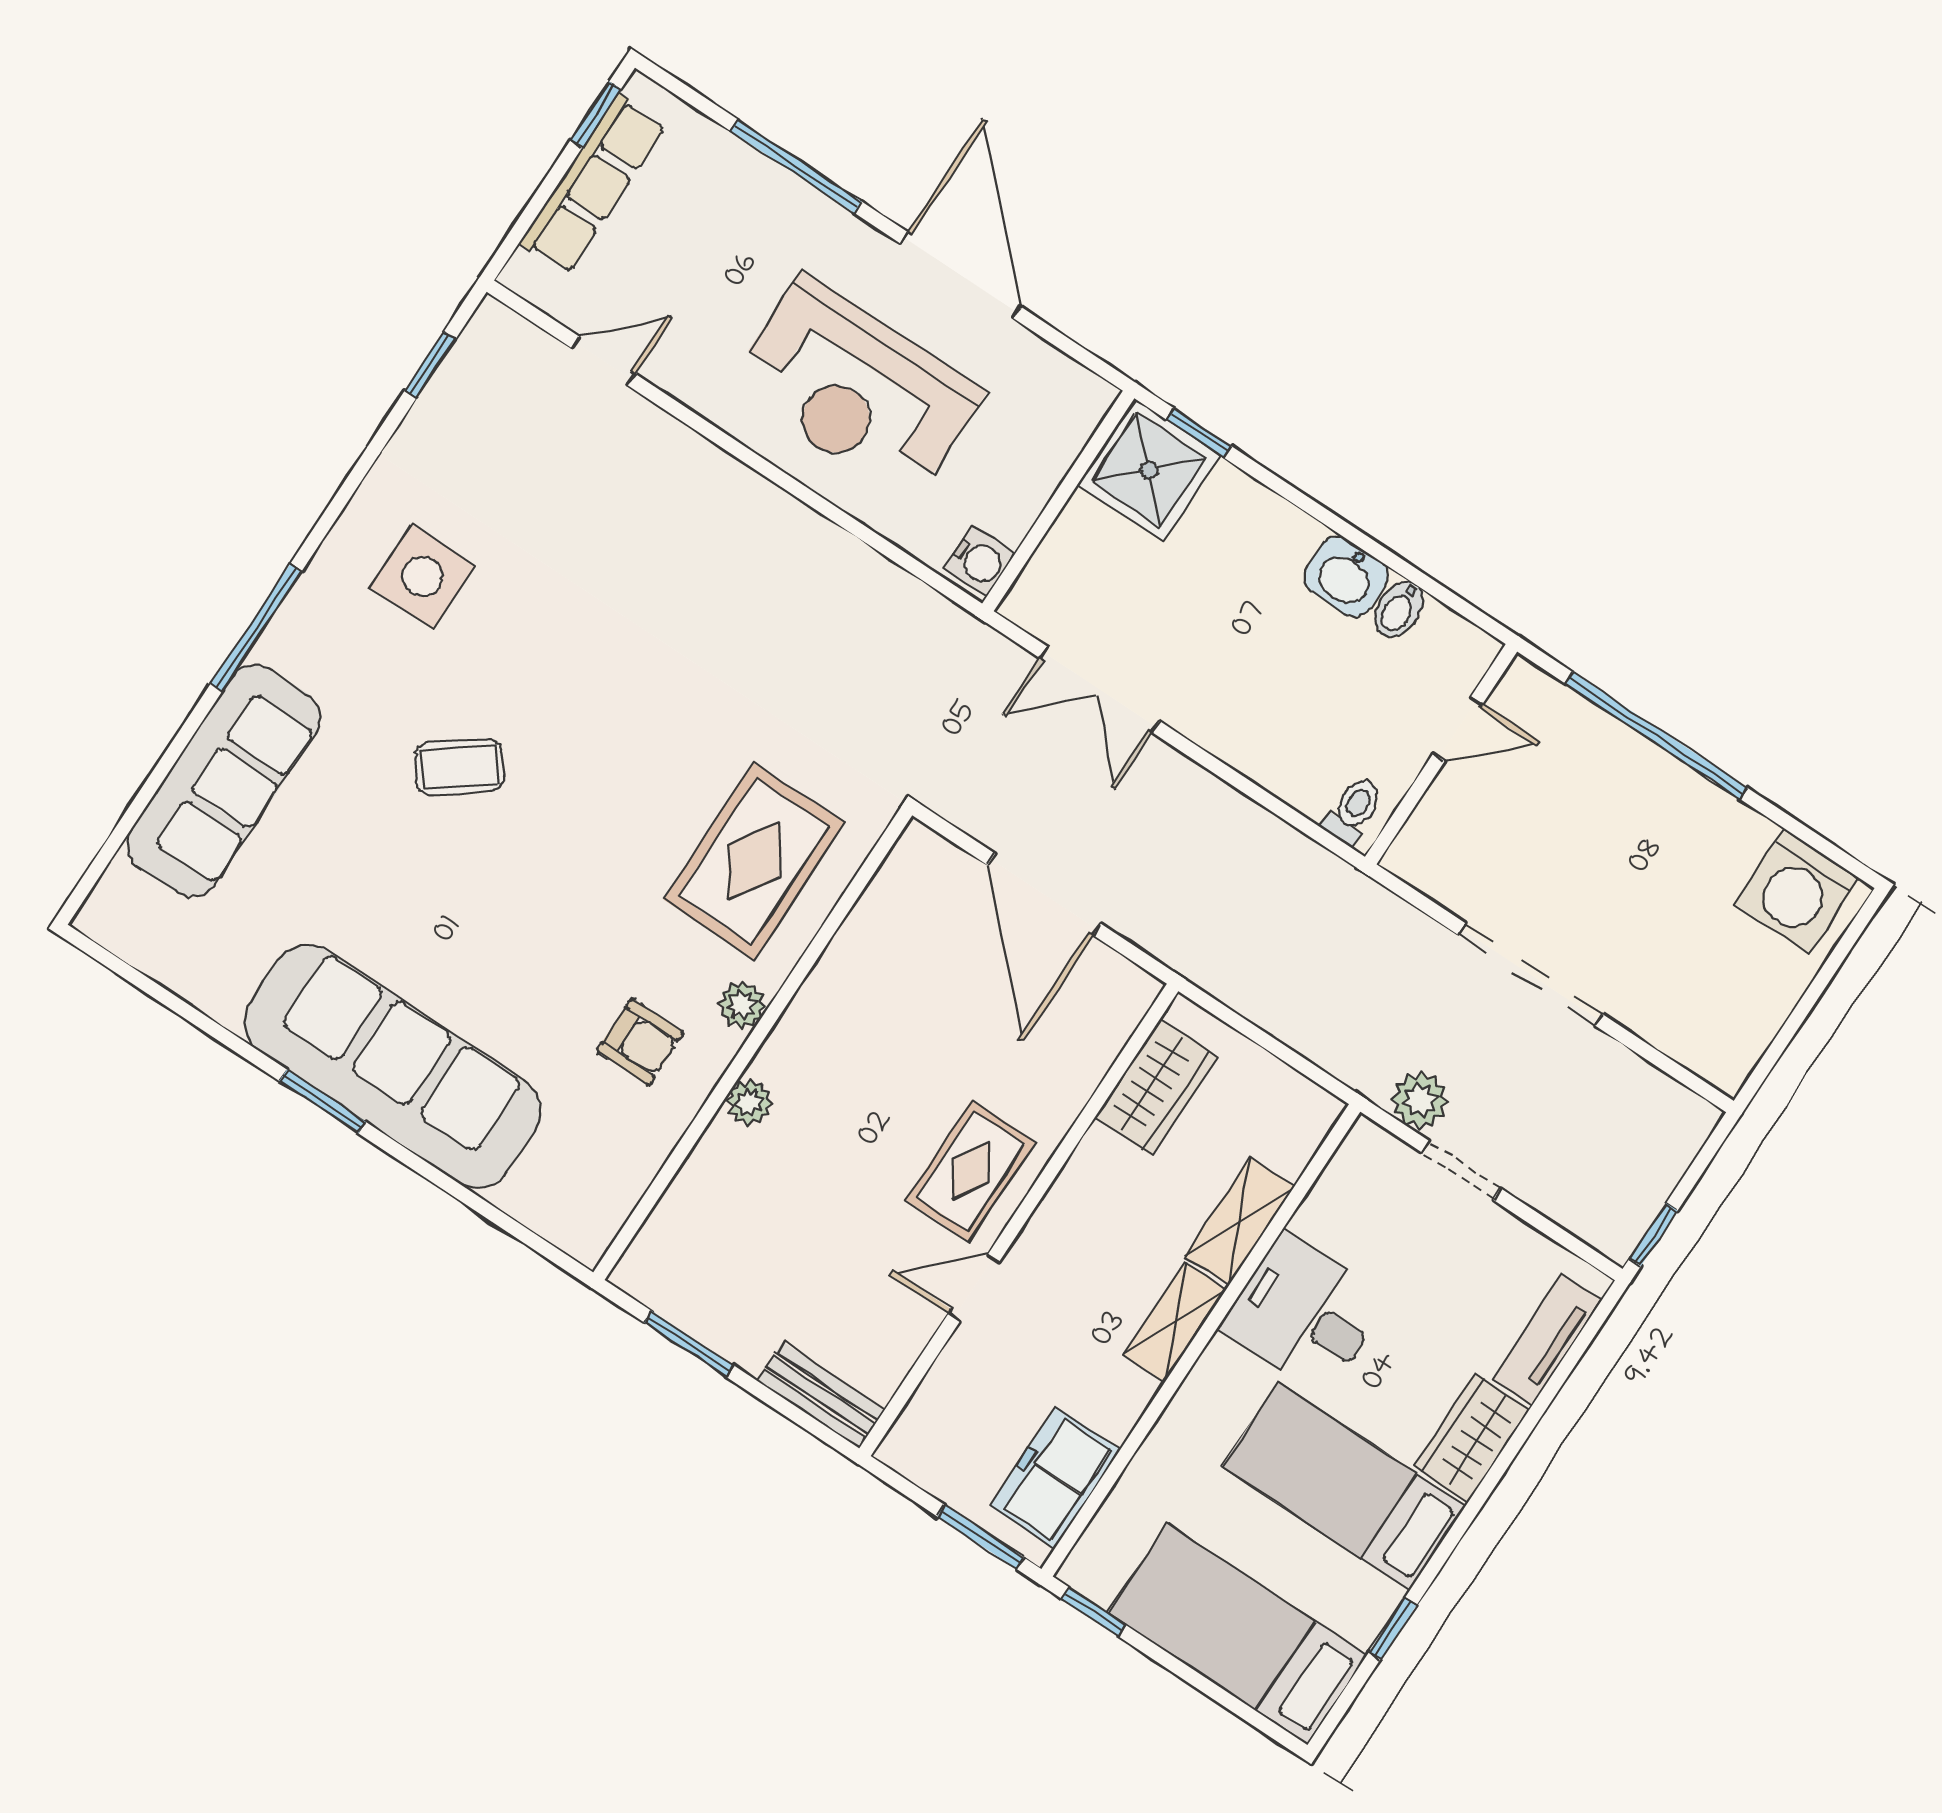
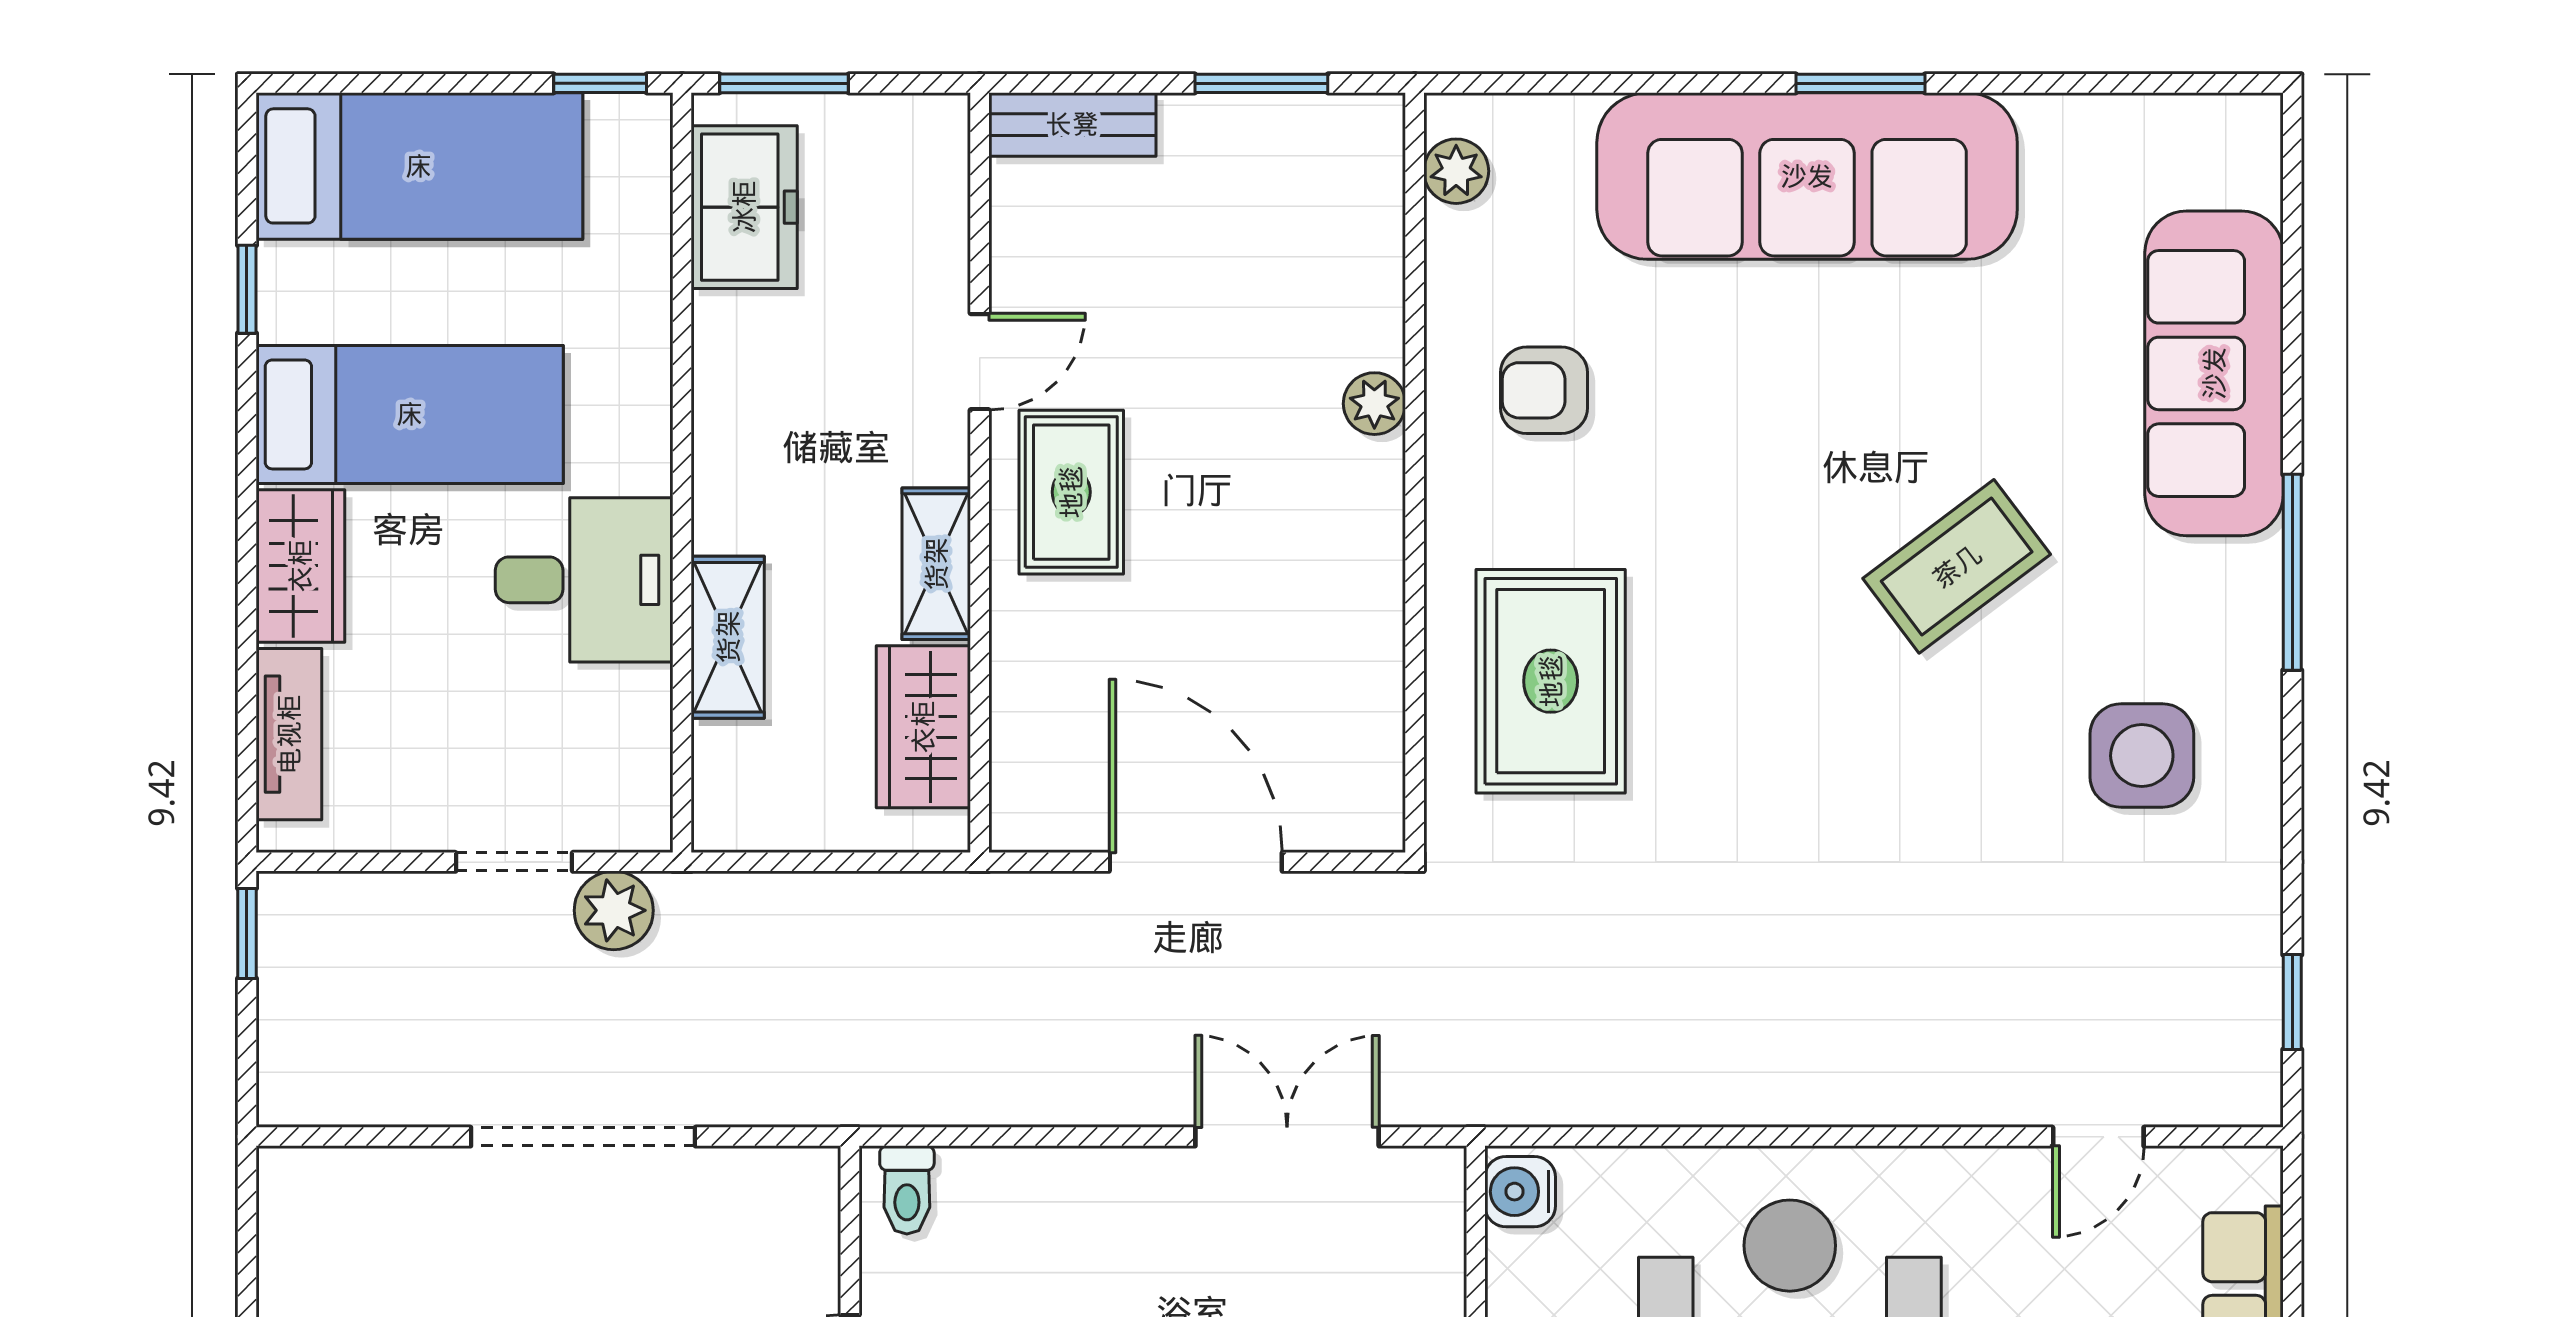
coffee table: (459, 767) -> (1957, 566), width x1.36, depth x1.30
plant: (742, 1005) -> (1456, 171), moved
shelving: (1175, 1322) -> (936, 564), moved

